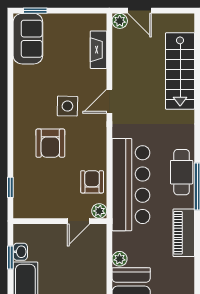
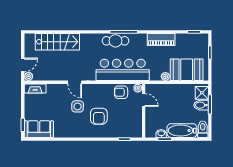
fireplace: (99, 50) -> (35, 89), moved
armchair: (50, 143) -> (99, 116), turned 90
piano: (184, 233) -> (161, 40), moved

